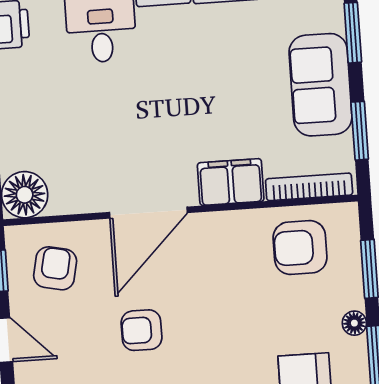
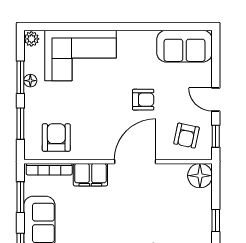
armchair: (300, 248) -> (56, 138), turned -90
floor lamp: (354, 323) -> (30, 81), moved

